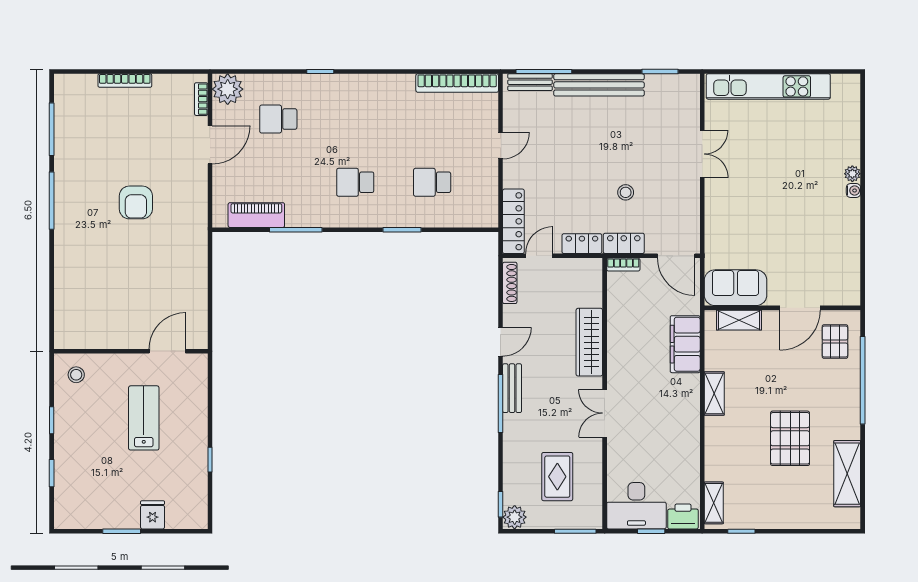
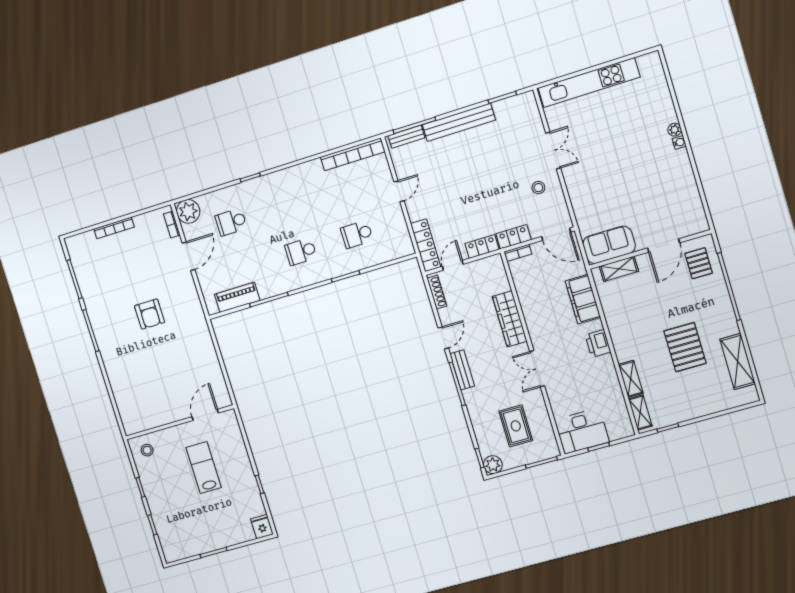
stool: (626, 192) -> (538, 188), moved
shelving: (714, 394) -> (631, 379), moved
fridge: (153, 515) -> (262, 527), moved
printer: (683, 516) -> (598, 343), moved, turned -90

